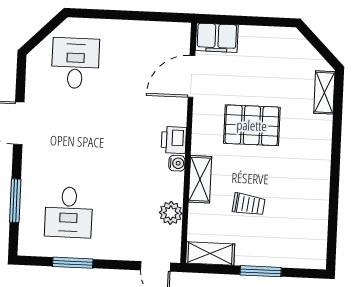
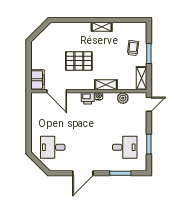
shelving: (324, 92) -> (102, 27), moved
pallet: (252, 125) -> (79, 61), turned 90
trolley: (249, 204) -> (133, 48), moved

